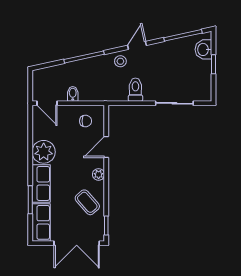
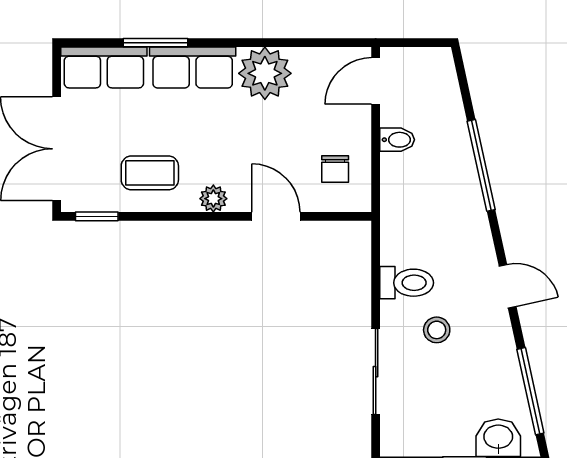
stool: (120, 61) -> (437, 330), moved
coffee table: (87, 202) -> (150, 173), turned 41

